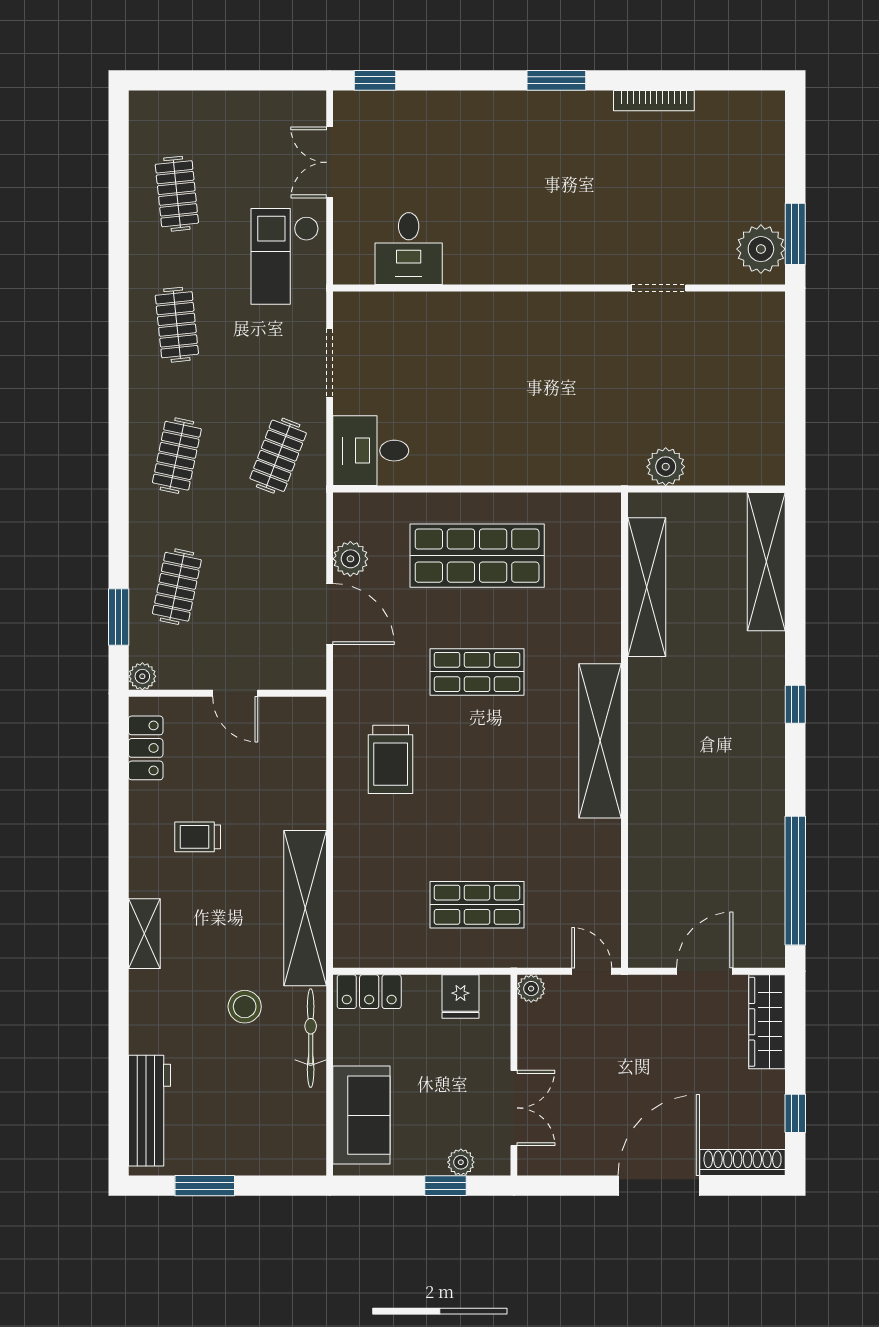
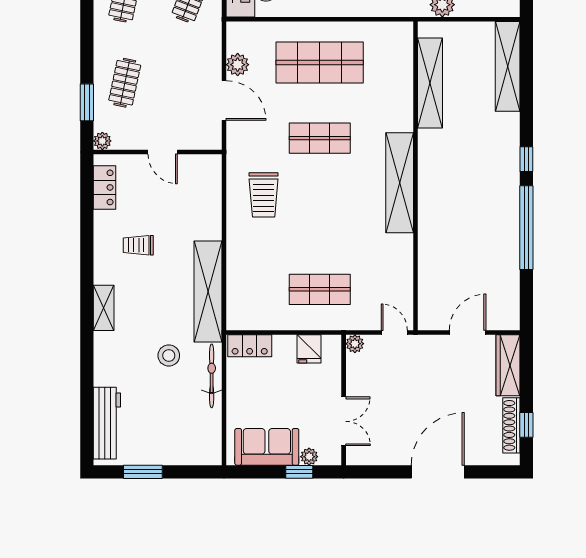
window: (795, 881) -> (526, 228), moved
sofa: (361, 1115) -> (267, 447), moved, turned -90
shoe rack: (743, 1162) -> (511, 425), moved, turned -90

